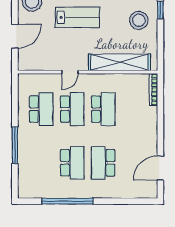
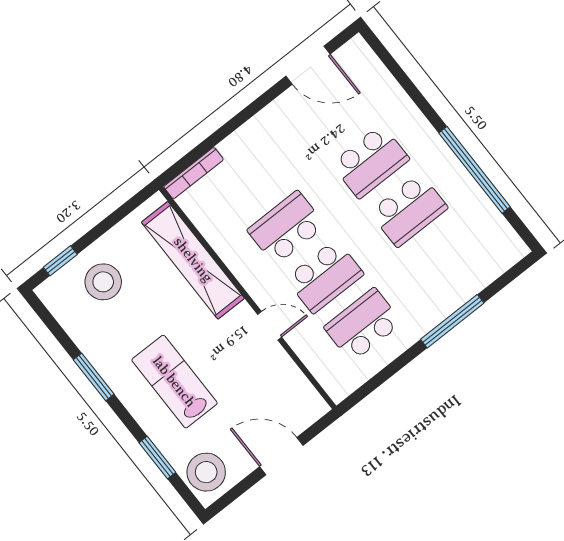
school desk: (72, 109) -> (325, 276), turned 180
school desk: (72, 163) -> (409, 210), turned 180

